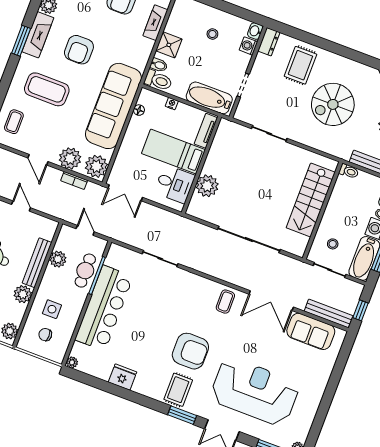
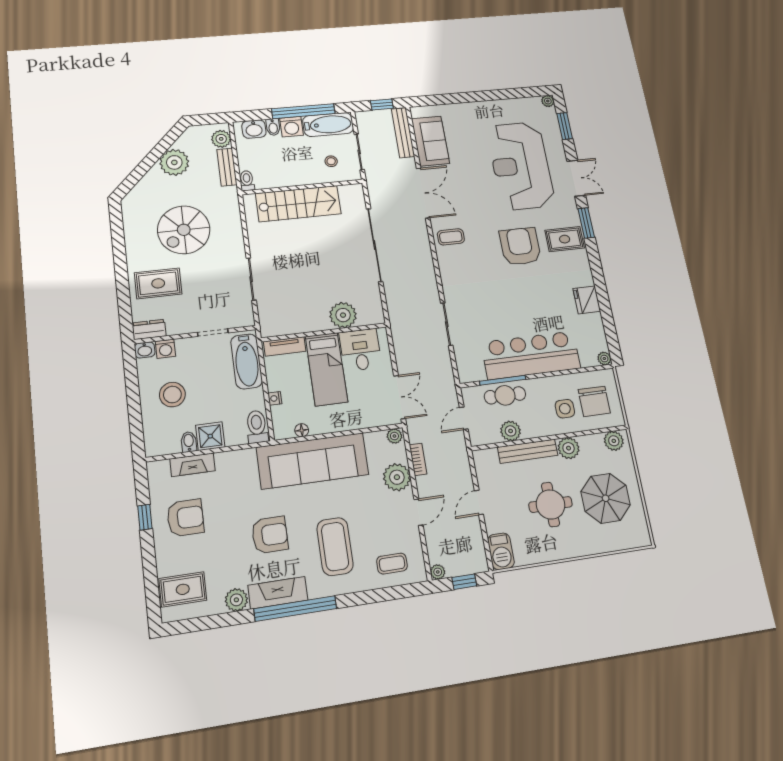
stool: (212, 34) -> (172, 395), width x1.89, depth x1.89
window: (21, 41) -> (295, 609), width x2.11
bidet: (159, 65) -> (189, 442), moved
spiral stairs: (333, 104) -> (184, 230), turned 90
plant: (96, 166) -> (394, 436), width x0.53, depth x0.53
chair: (45, 335) -> (594, 401), width x1.87, depth x1.87

